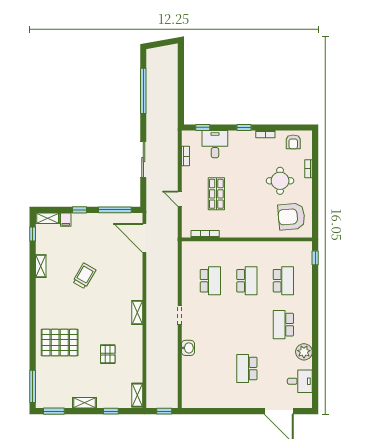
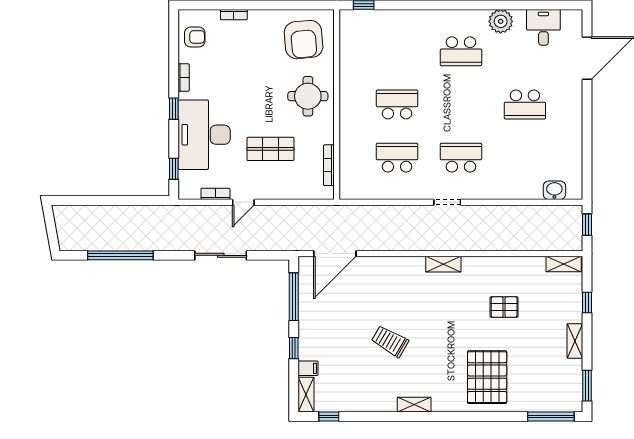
desk: (215, 144) -> (204, 135), width x1.87, depth x1.30
round table: (280, 181) -> (308, 96), moved
door: (180, 199) -> (243, 202), moved
shelving: (41, 266) -> (414, 405), moved
school desk: (283, 281) -> (461, 158), moved
washbasin: (188, 348) -> (554, 190), moved

